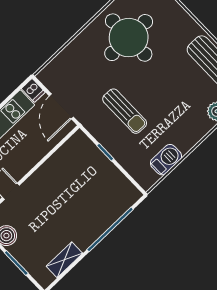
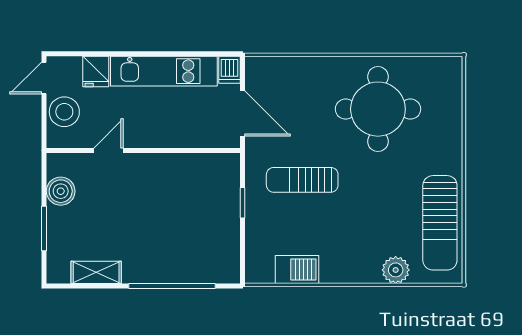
door: (61, 106) -> (242, 113), swing flipped
sun lounger: (125, 111) -> (302, 180), turned 90

